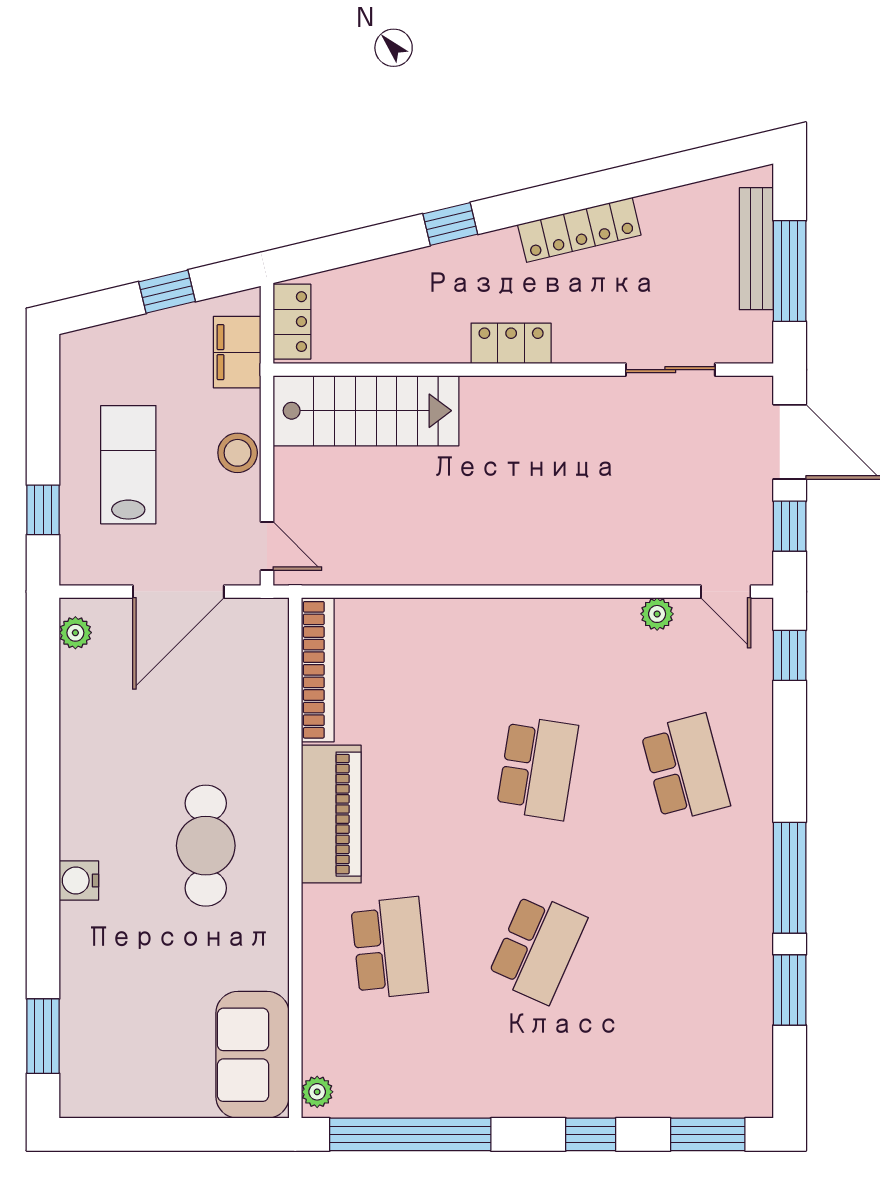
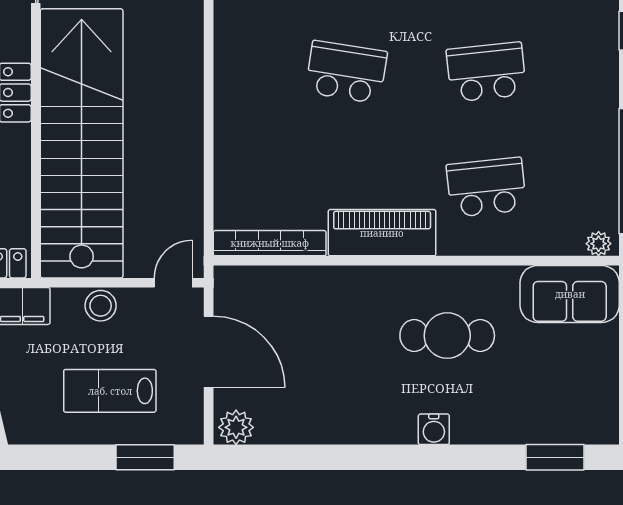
stairs: (366, 411) -> (82, 143), width x1.86, depth x1.51
window: (43, 510) -> (145, 457), width x1.50
plant: (75, 633) -> (236, 427), width x1.38, depth x1.38
cafe table: (206, 846) -> (447, 336), moved
school desk: (537, 948) -> (486, 72), turned -30

